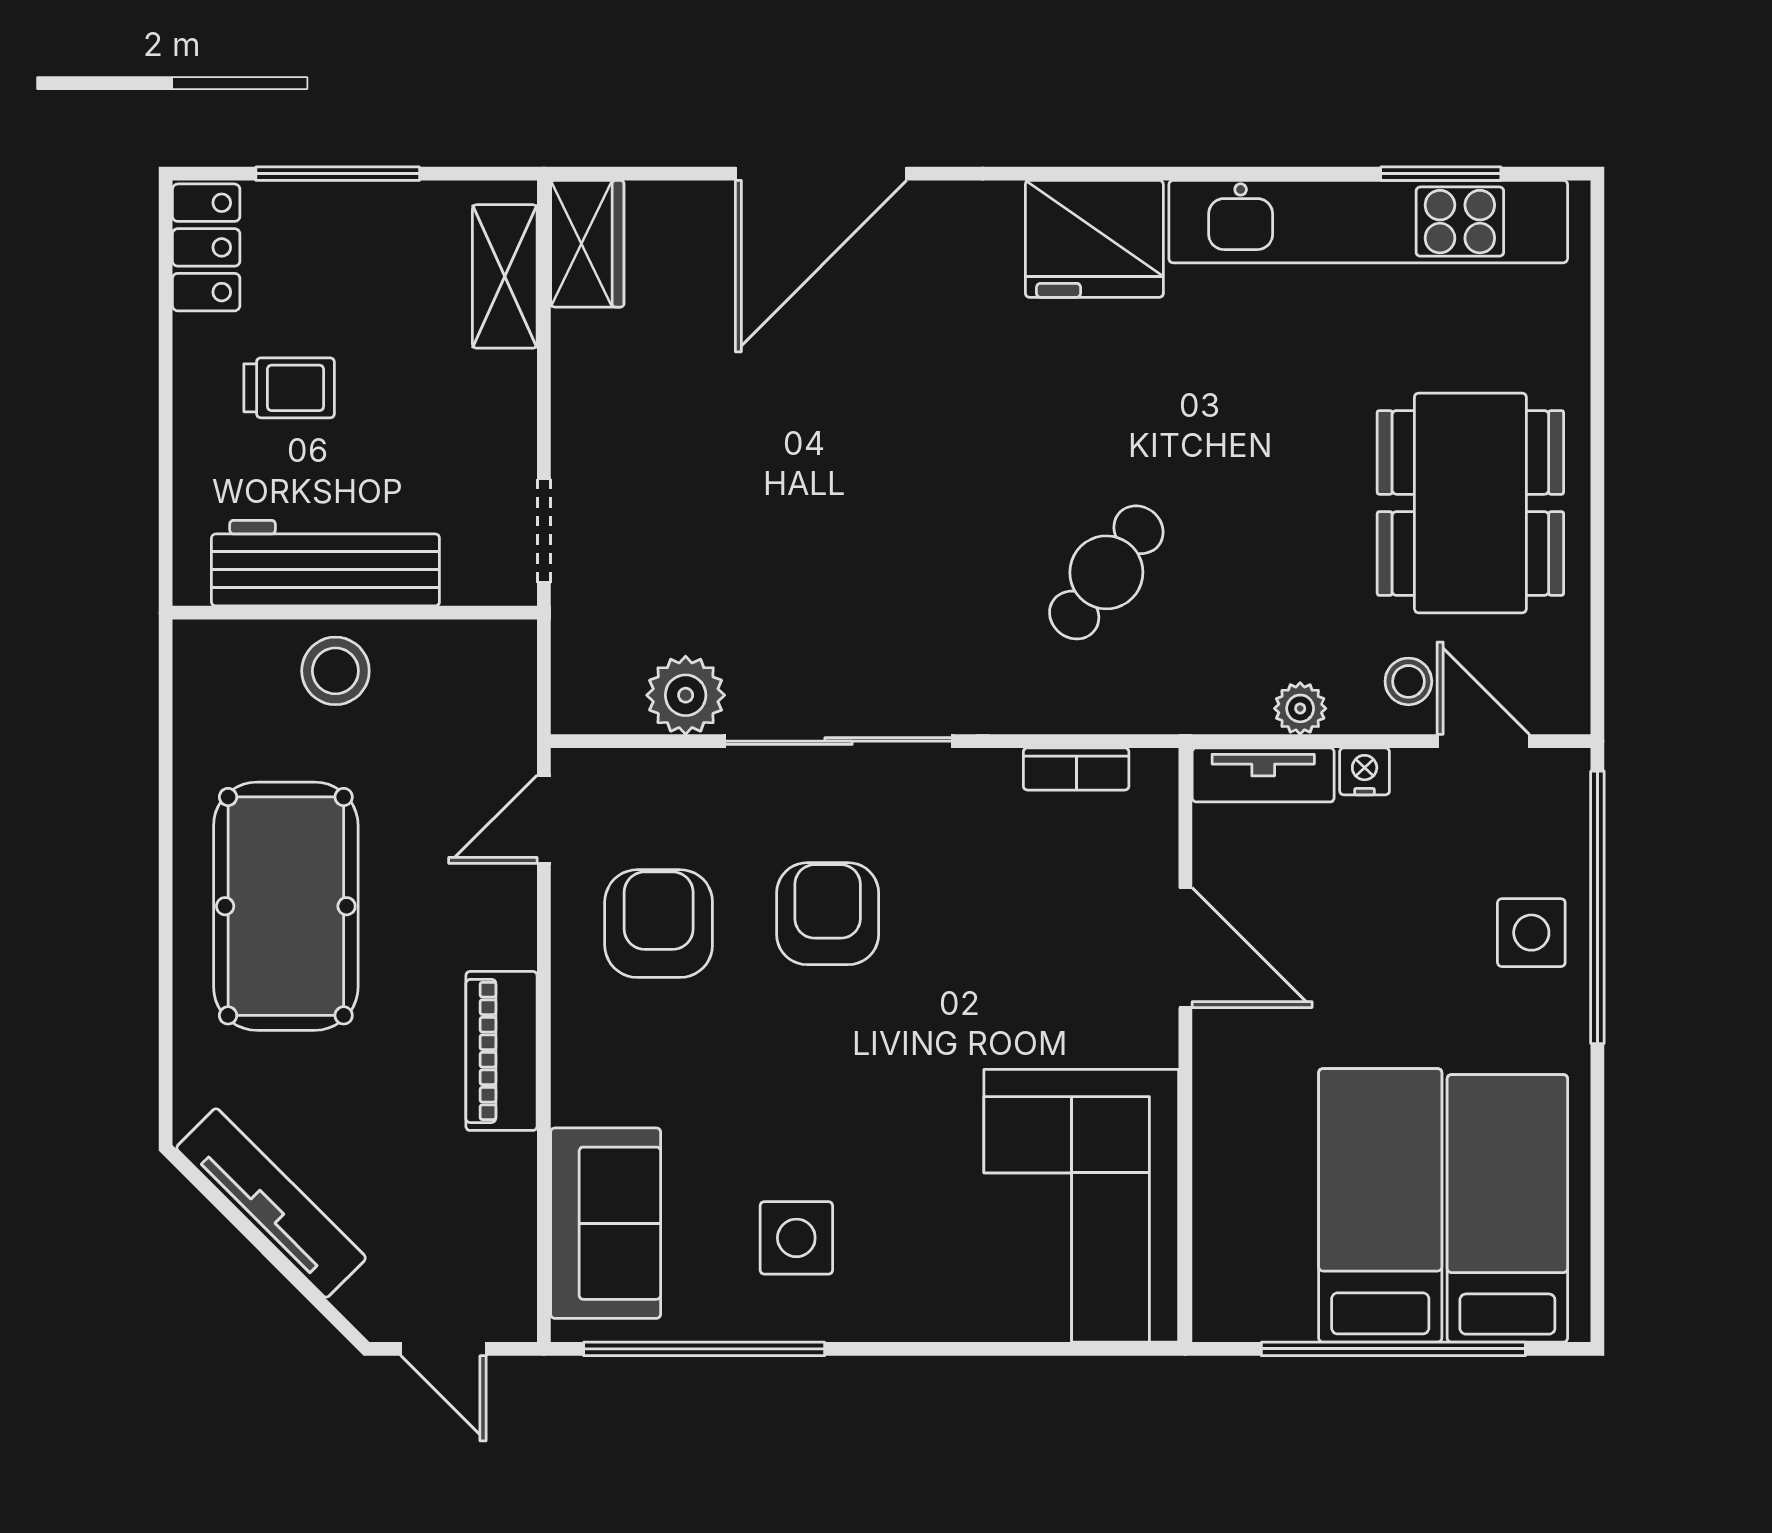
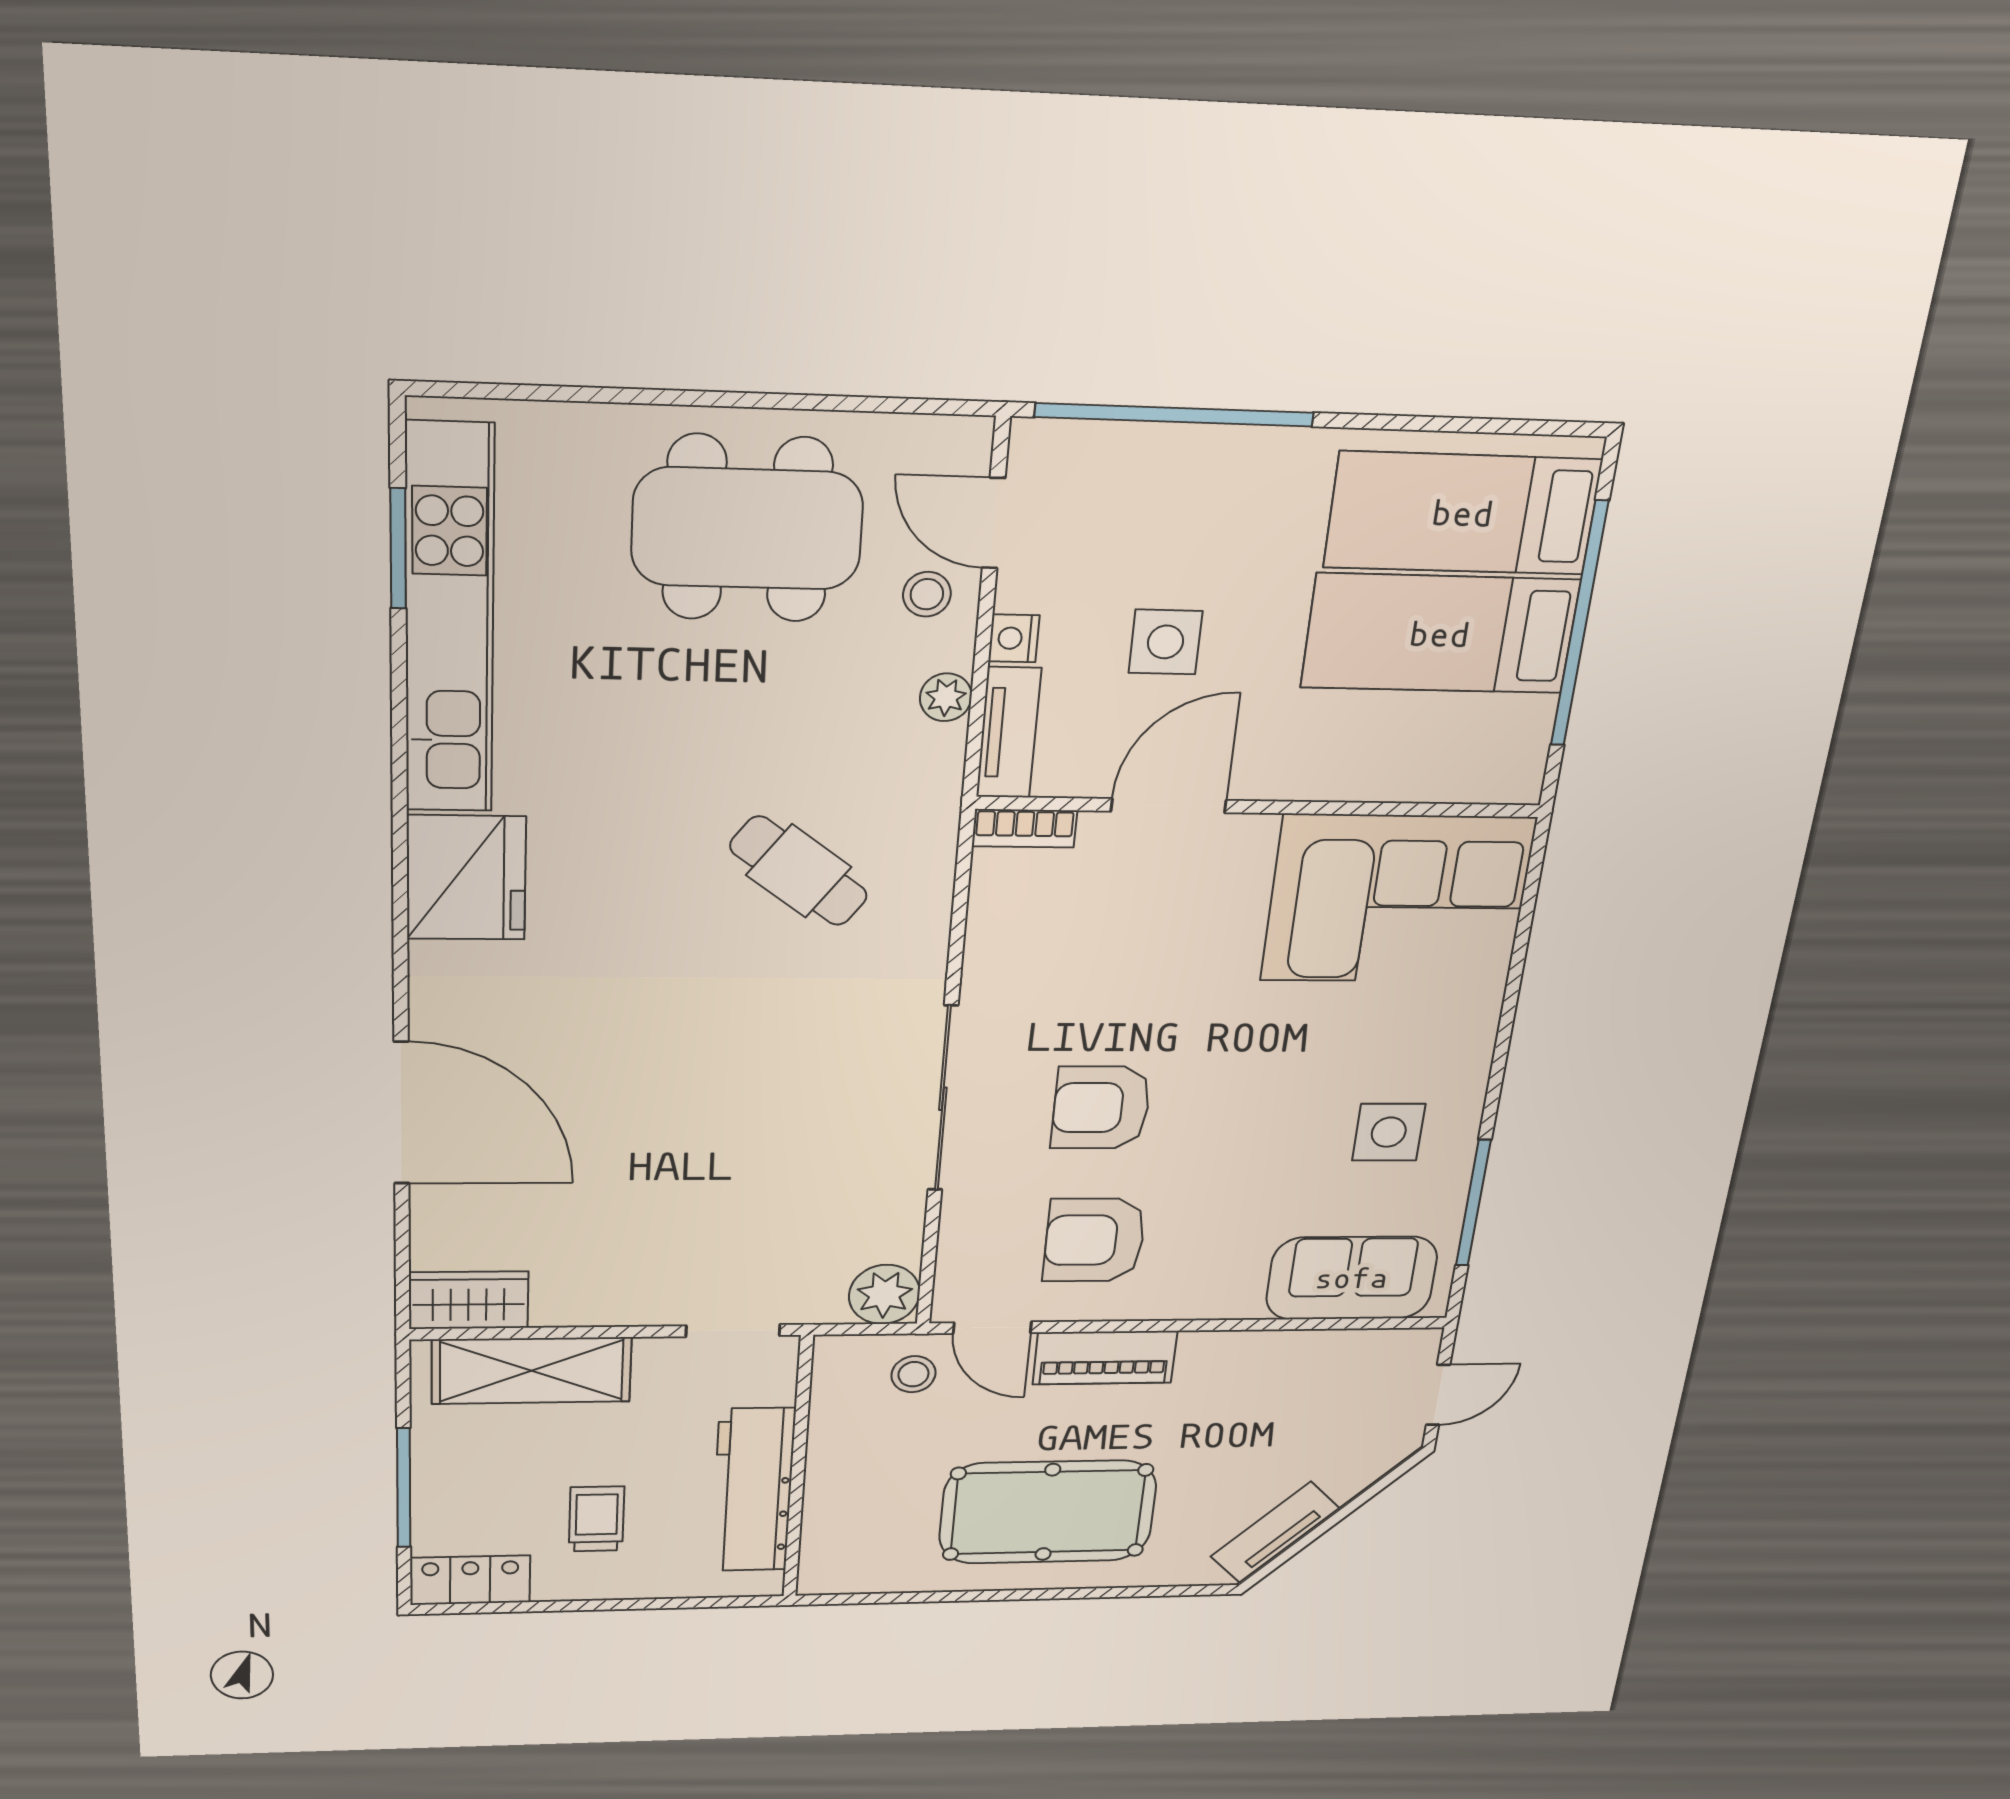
shelving: (505, 276) -> (532, 1371), width x1.50, depth x1.33
stool: (335, 671) -> (913, 1374), moved, width x0.73, depth x0.73
plant: (686, 695) -> (884, 1294), moved
door: (1483, 741) -> (994, 523), hinge flipped
bookcase: (1076, 769) -> (1025, 828), moved, turned 90
side table: (1531, 933) -> (1166, 642), moved
piano: (501, 1051) -> (1105, 1358), moved
tv unit: (271, 1203) -> (1275, 1532), width x0.71
window: (704, 1349) -> (1473, 1203), width x0.68

